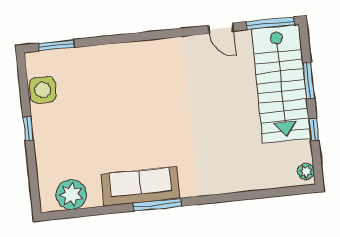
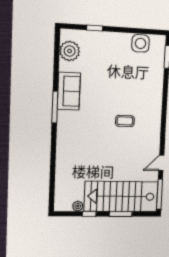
coffee table: (163, 96) -> (125, 121), added
window: (28, 129) -> (95, 28), moved
plant: (306, 171) -> (78, 206), moved
sofa: (141, 186) -> (69, 91), width x0.73

